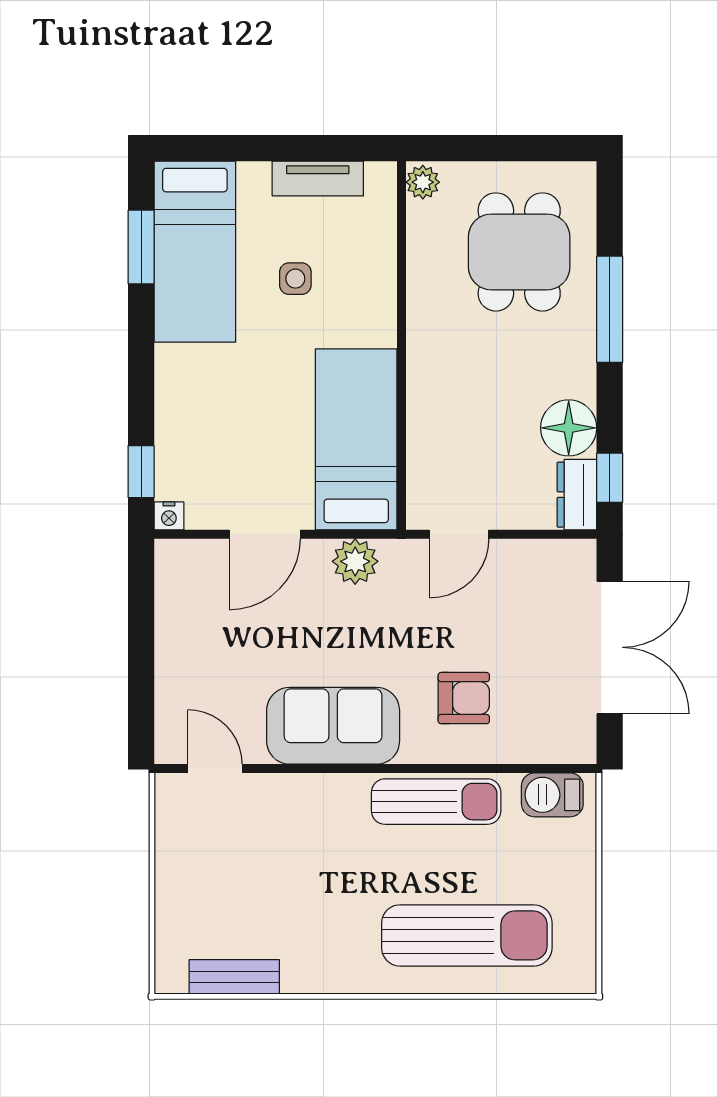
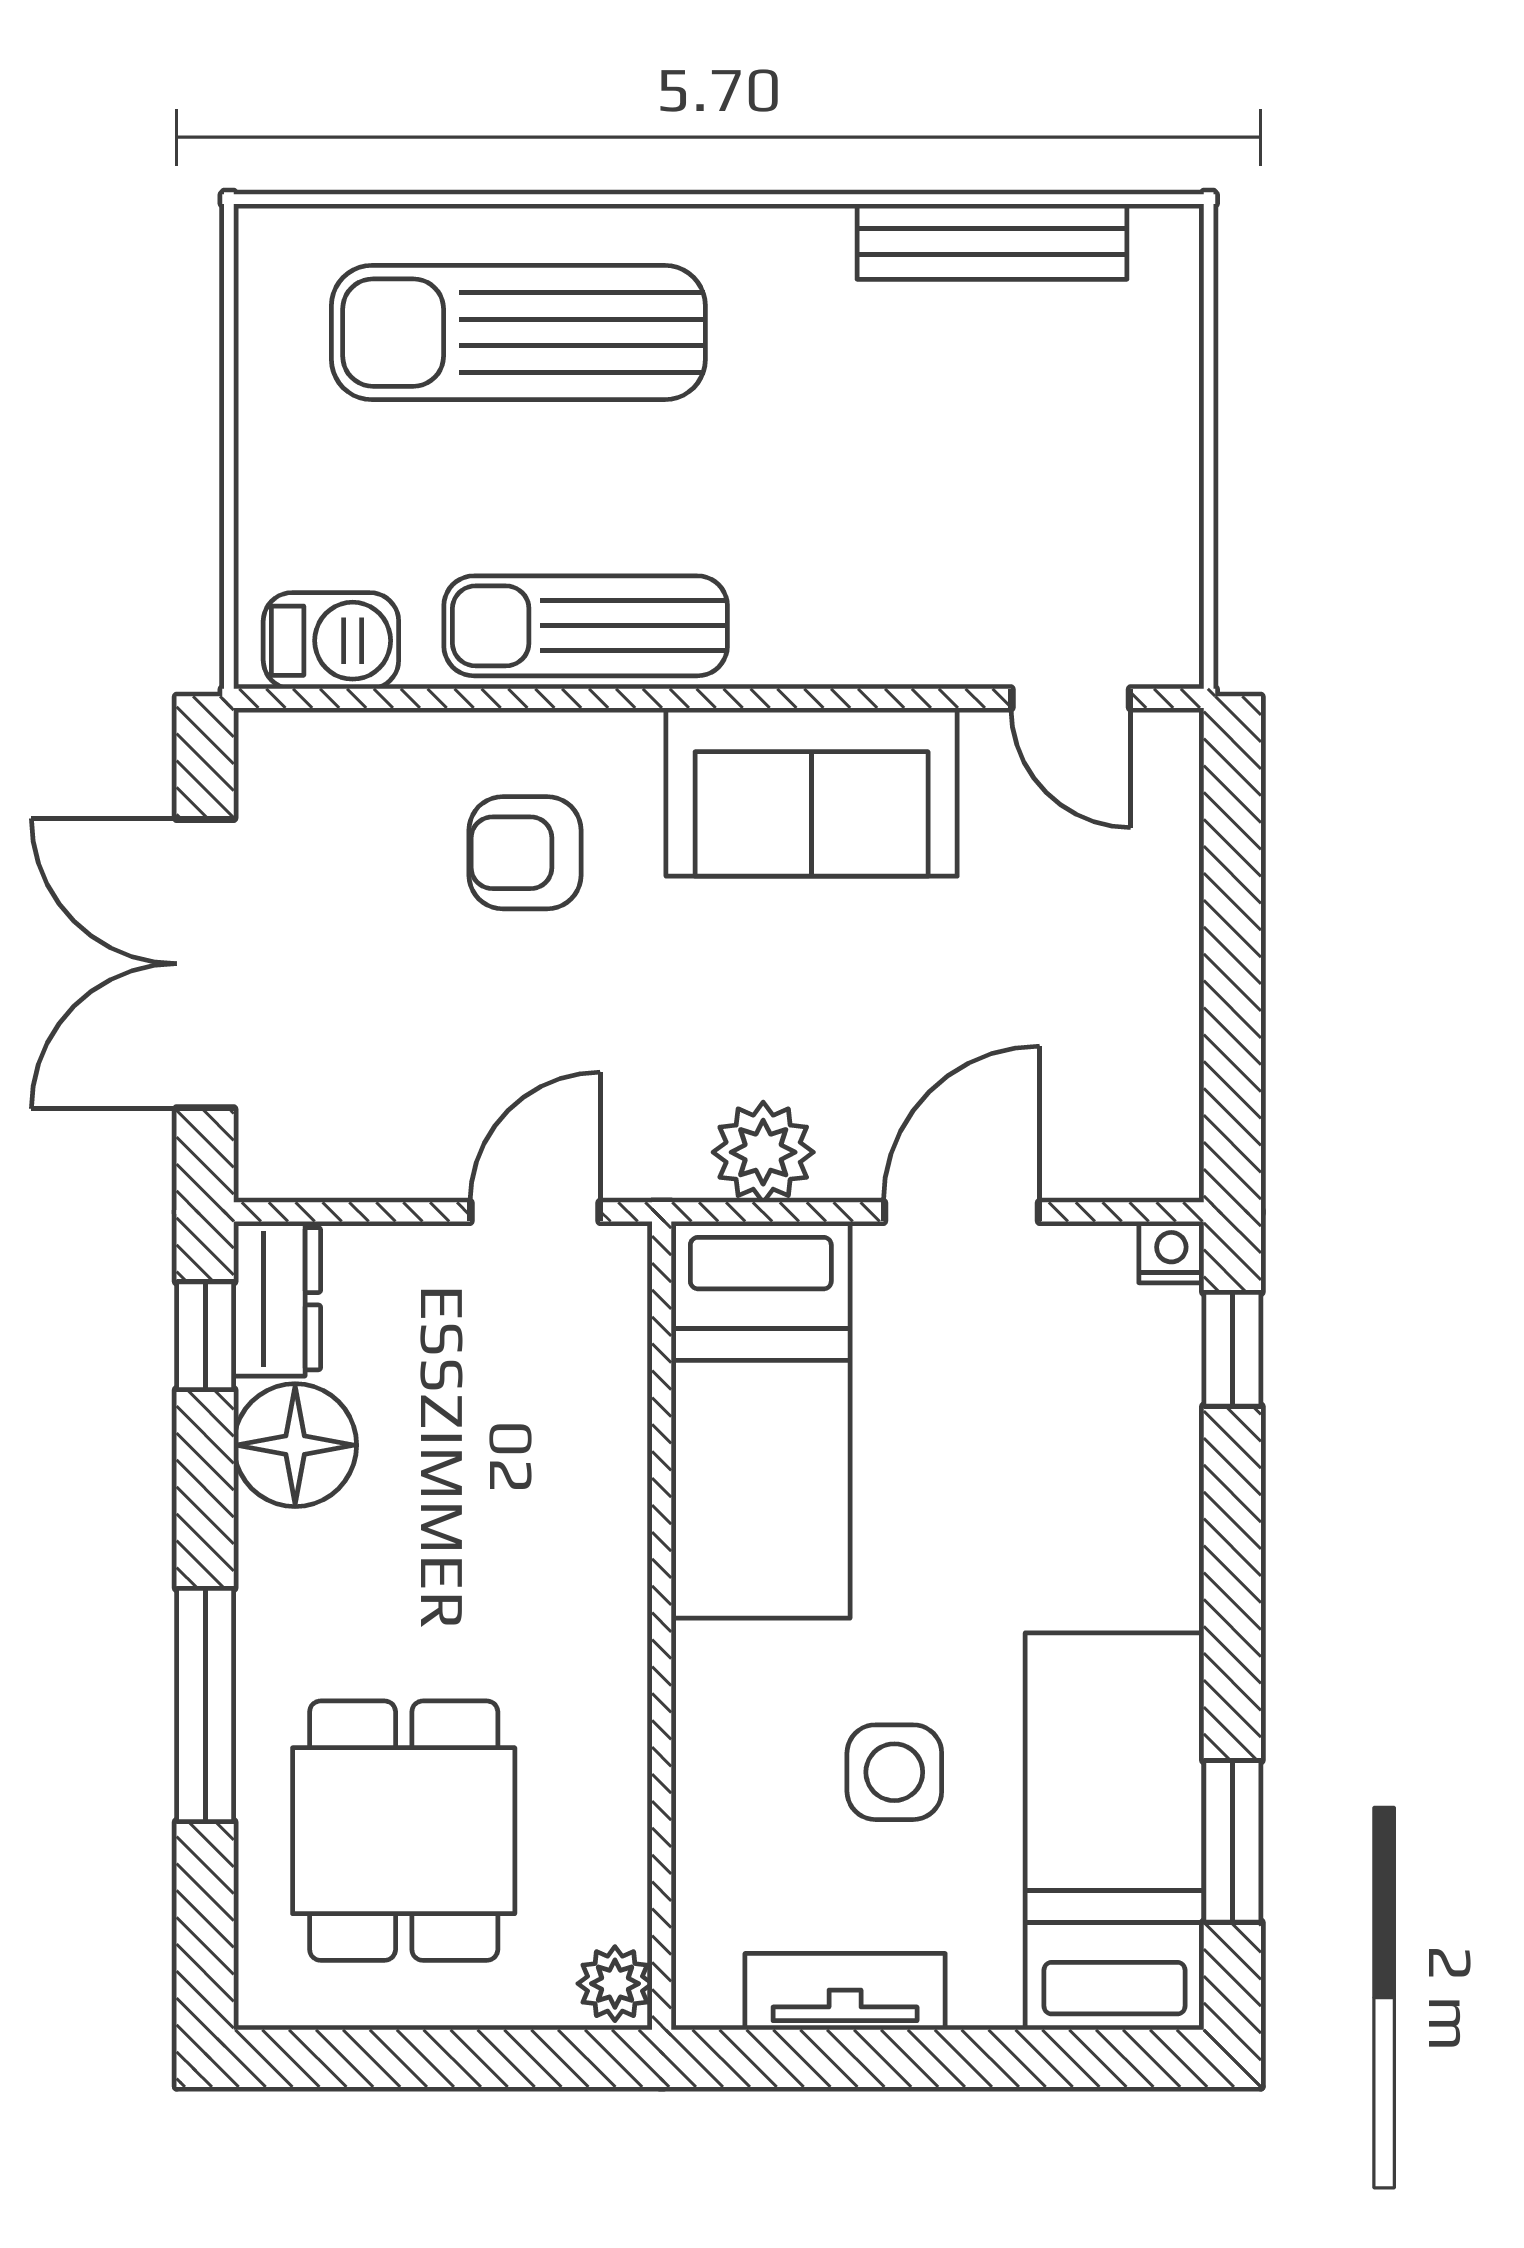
side table: (295, 279) -> (894, 1772), width x1.37, depth x1.37
bench: (234, 977) -> (992, 242), width x1.36

